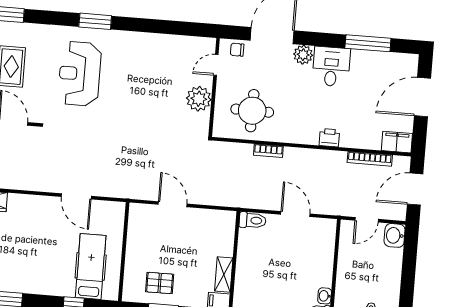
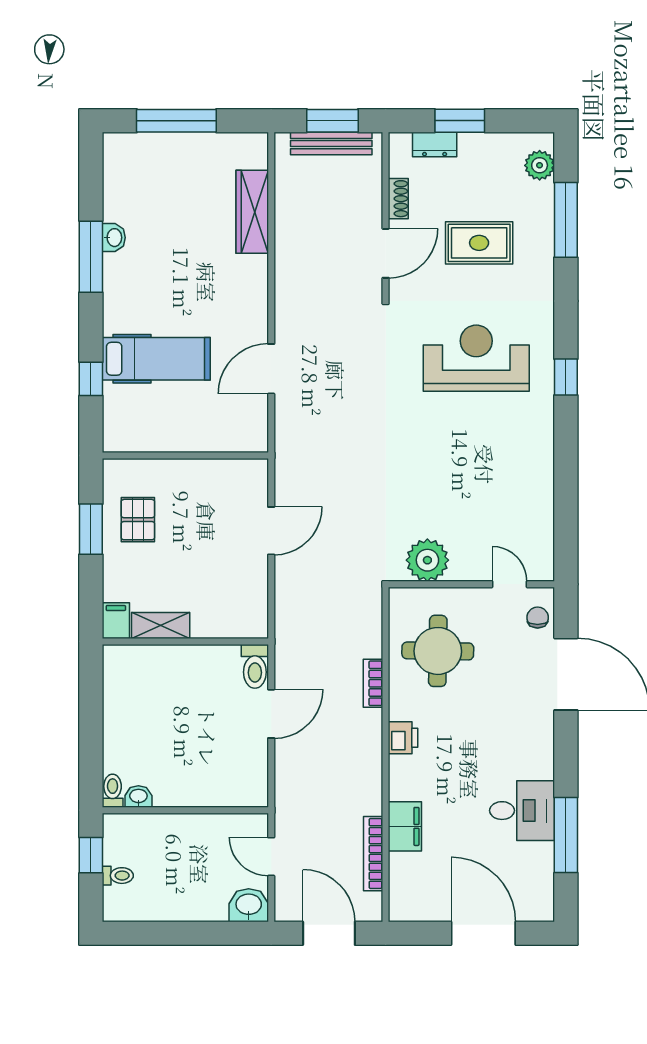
window: (95, 21) -> (566, 377), width x0.67
plant: (303, 55) -> (538, 728), removed
desk: (331, 67) -> (522, 811), moved
plant: (199, 99) -> (427, 560), moved
printer: (329, 138) -> (403, 738), moved
filing cabinet: (397, 142) -> (405, 826), moved
door: (295, 214) -> (271, 714), moved
hospital bed: (91, 266) -> (156, 359), moved

